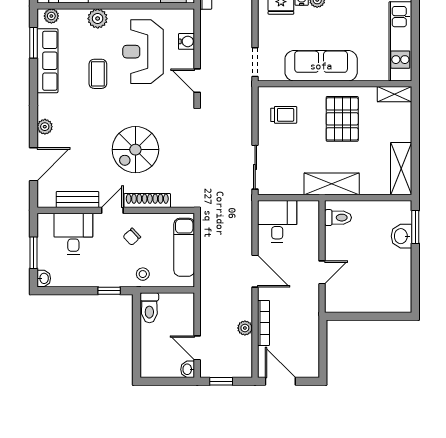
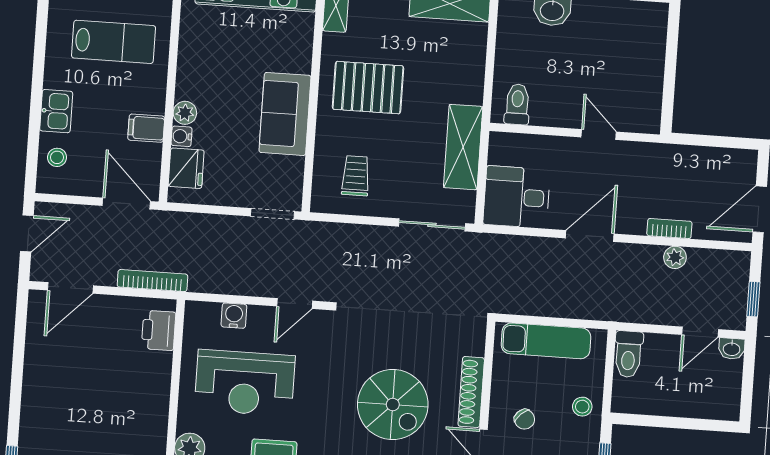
sofa: (321, 66) -> (285, 114), width x0.73
shelving: (332, 184) -> (463, 147), moved
toilet: (149, 308) -> (628, 354), moved, turned 90
bookcase: (264, 323) -> (669, 229), width x0.64

